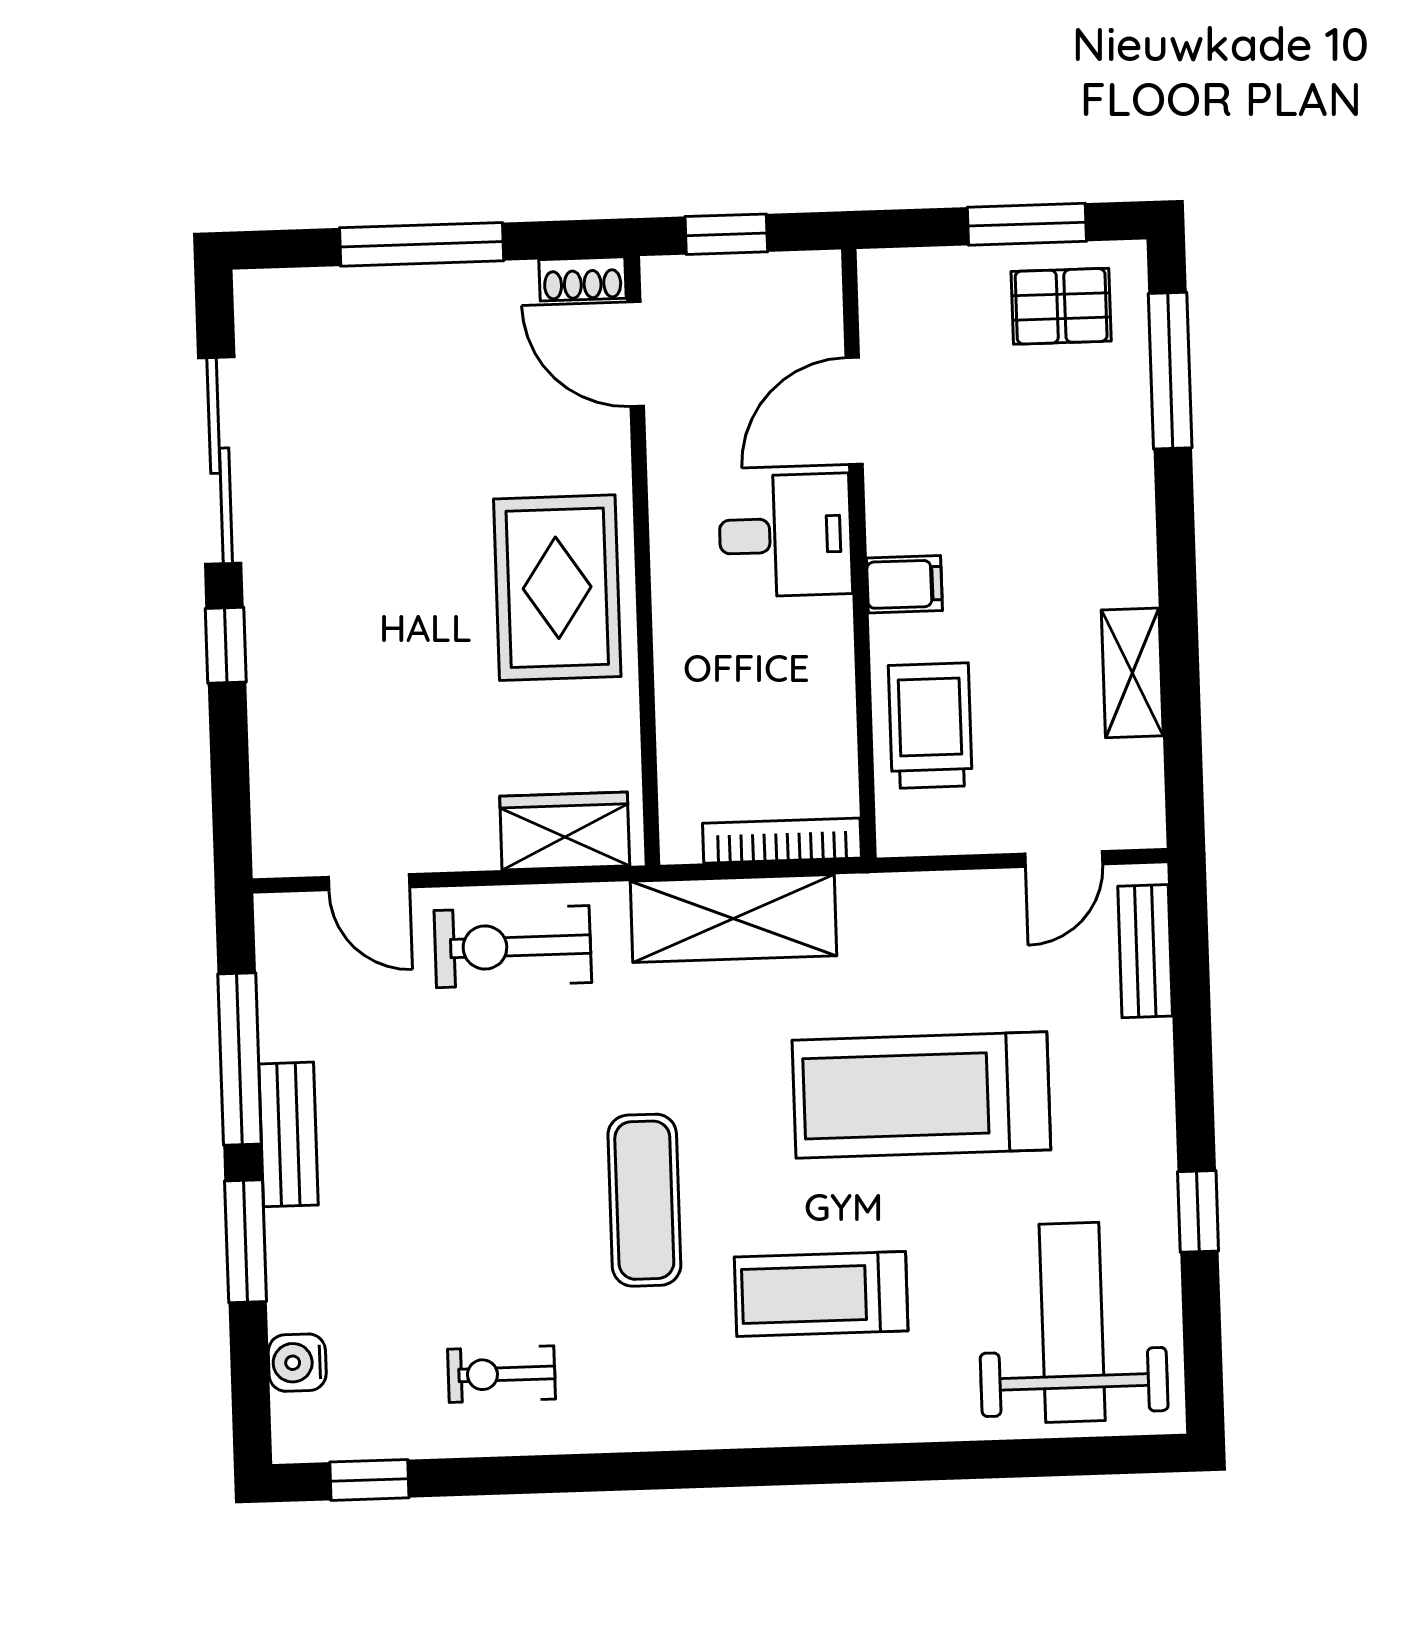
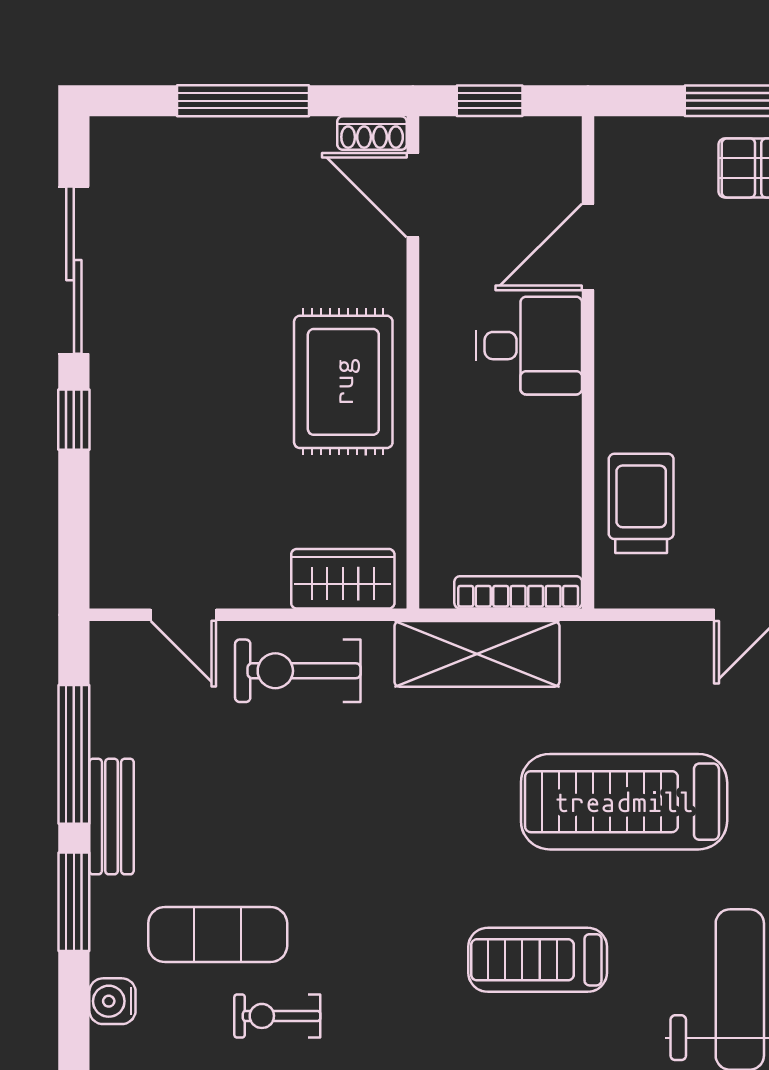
filing cabinet: (904, 584) -> (624, 388), removed
exercise mat: (644, 1200) -> (218, 935), moved, turned 90

